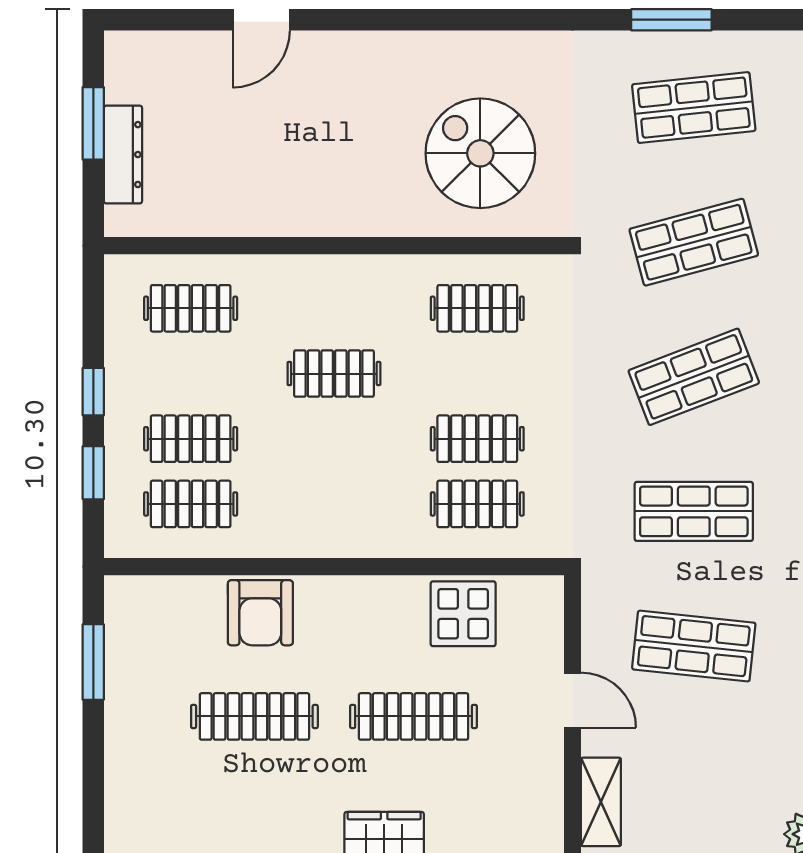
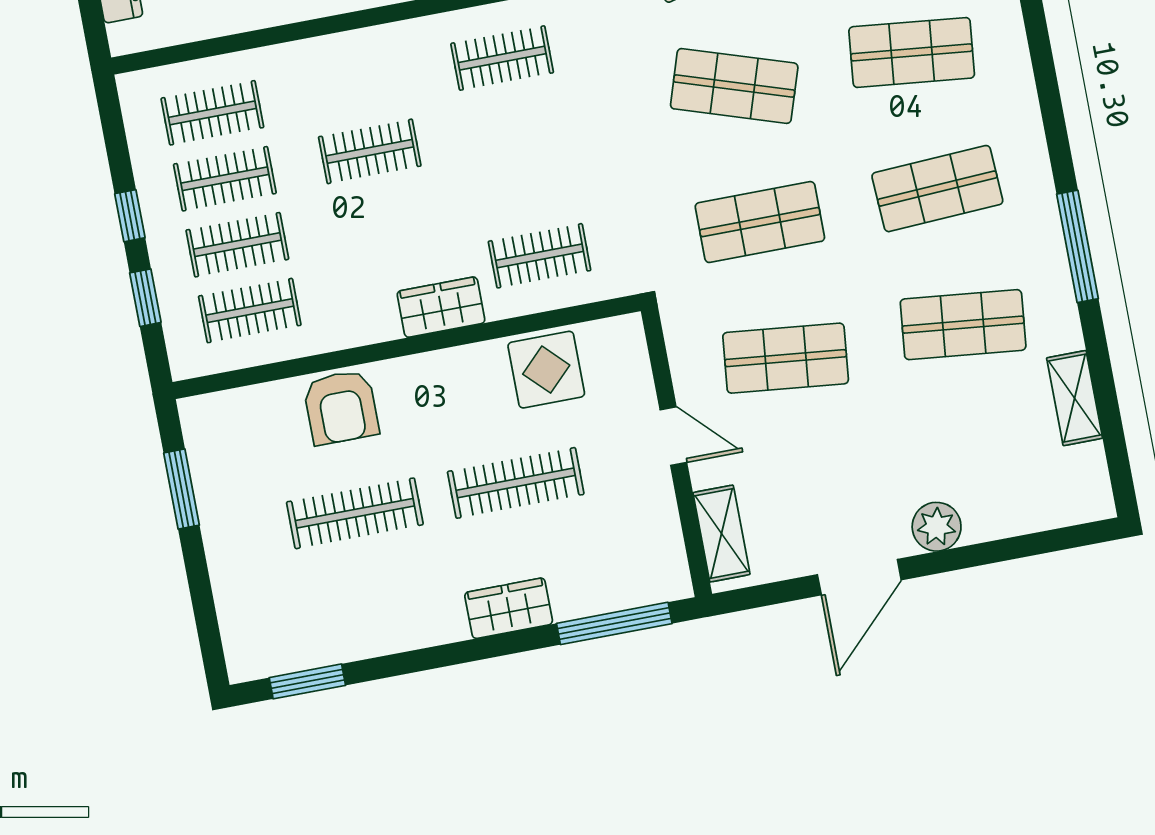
shop shelf: (694, 377) -> (734, 86), turned 39
clothes rail: (477, 439) -> (225, 179), moved
wardrobe: (374, 535) -> (441, 307), added

